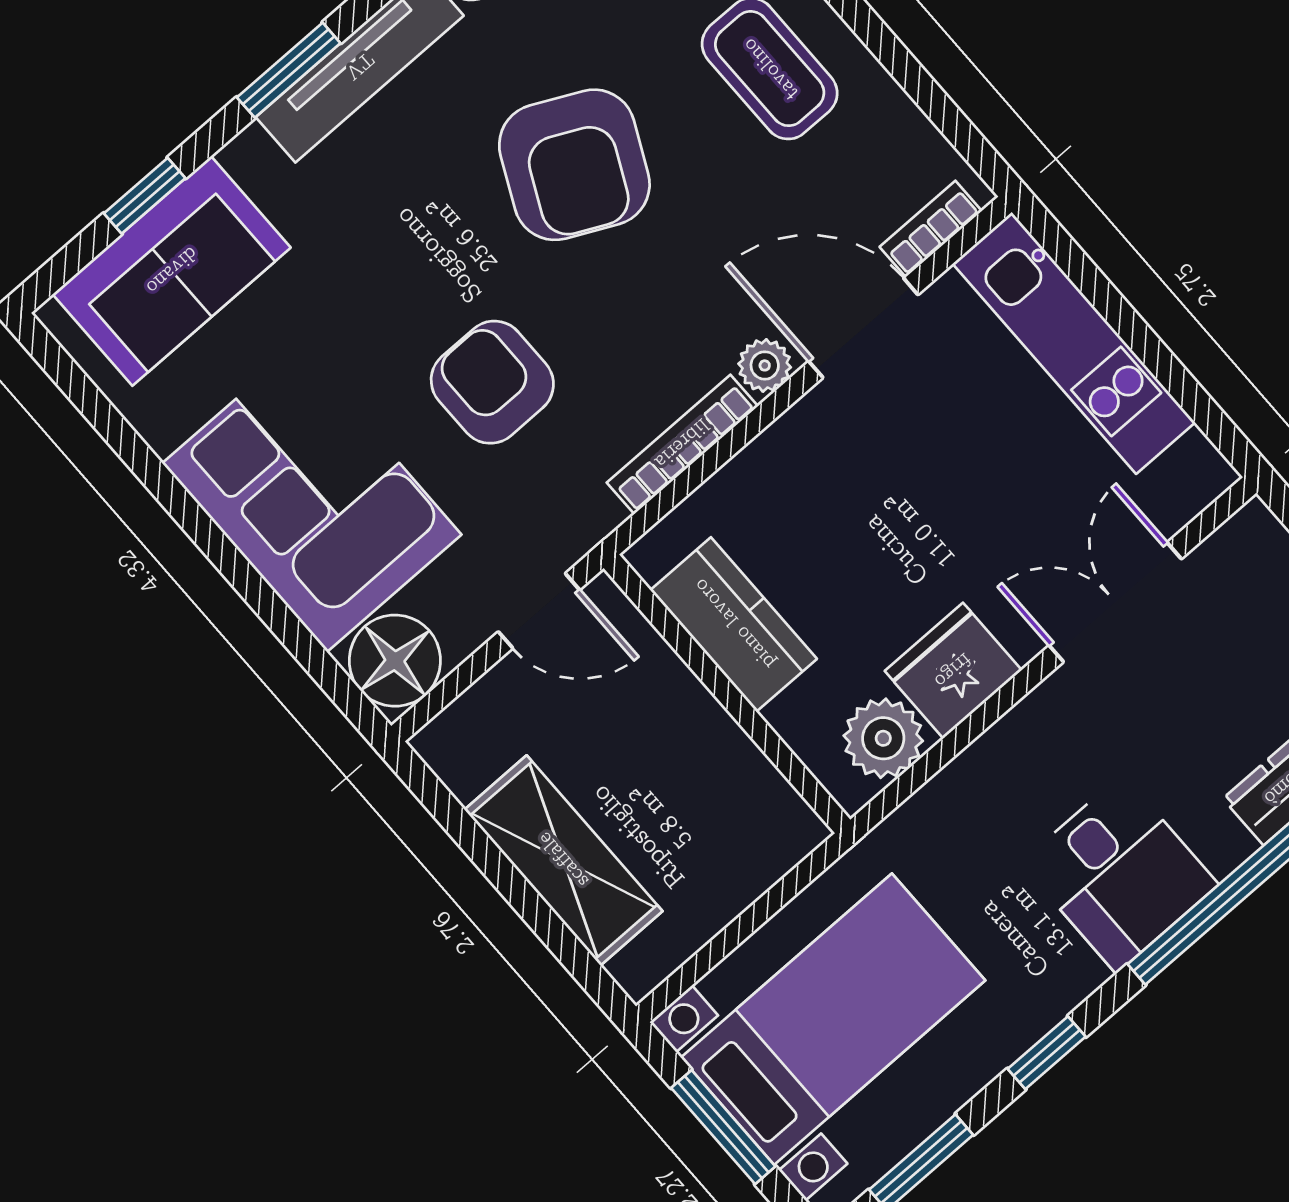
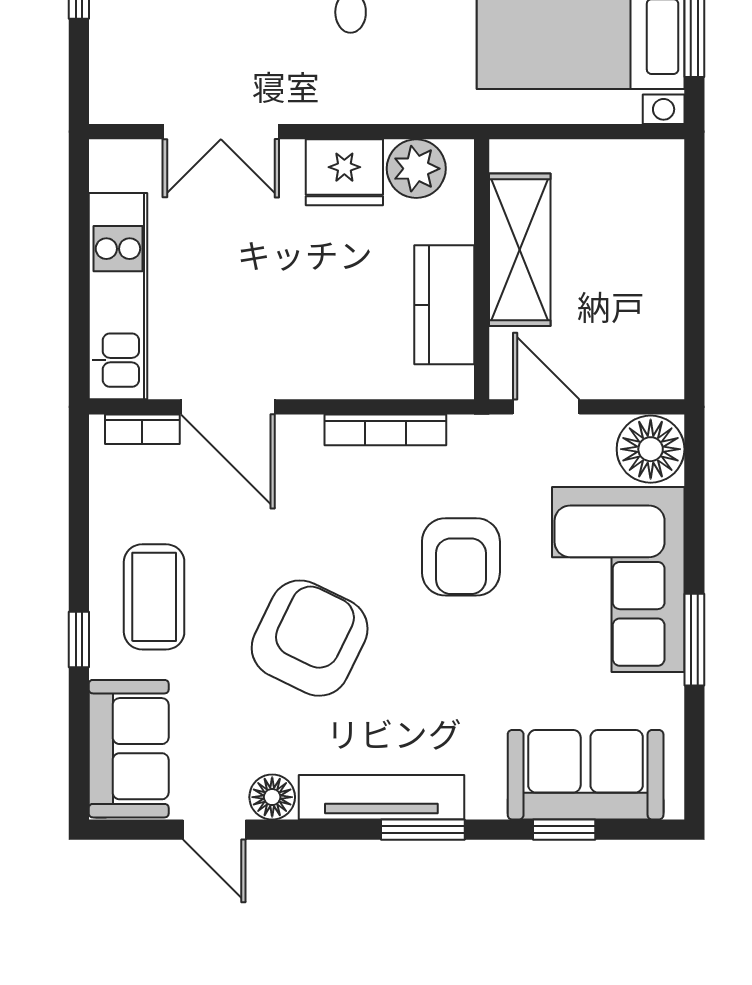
plant: (765, 365) -> (301, 434), removed
window: (181, 505) -> (694, 640), added
shelving: (563, 860) -> (520, 250), moved

